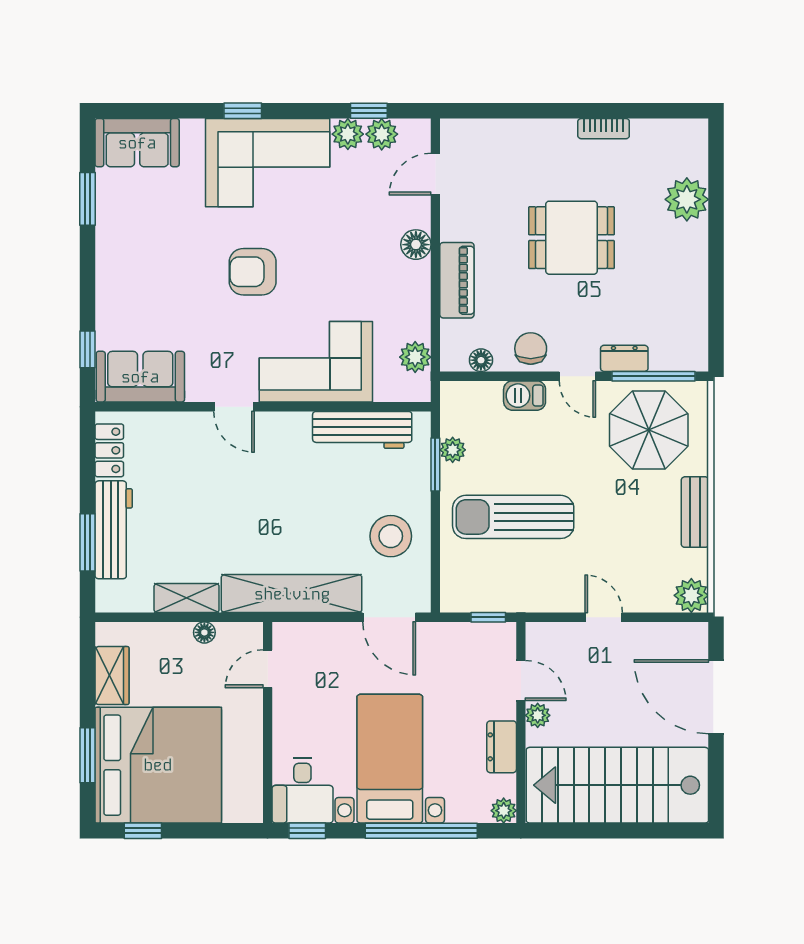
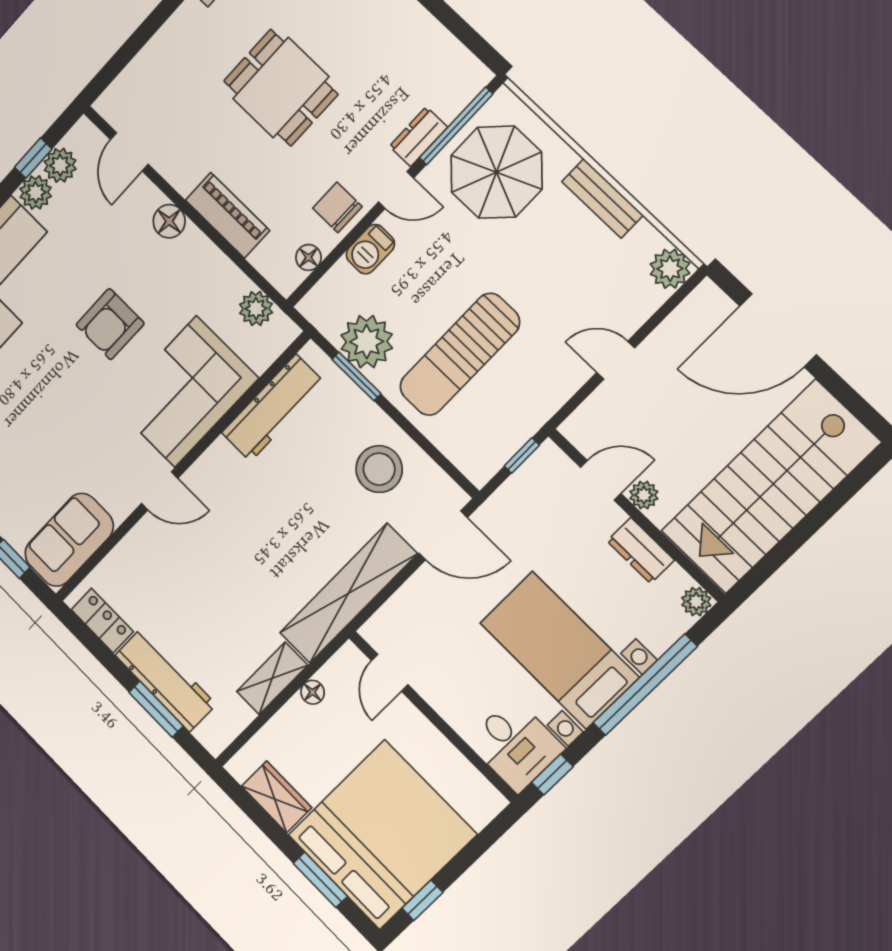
dining table: (572, 238) -> (281, 88), turned 90
armchair: (253, 272) -> (110, 324), moved
plant: (453, 450) -> (367, 342), width x1.88, depth x1.88

